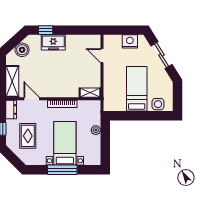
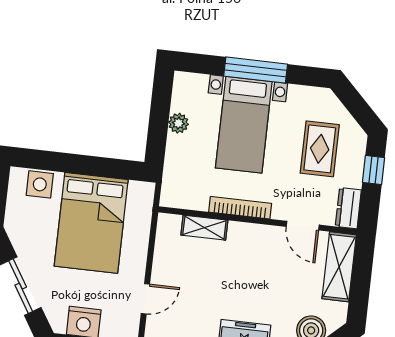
door: (102, 56) -> (145, 299), hinge flipped
bed: (137, 89) -> (91, 223), width x1.50
shelving: (90, 93) -> (204, 228), moved
plant: (96, 130) -> (178, 123), moved

